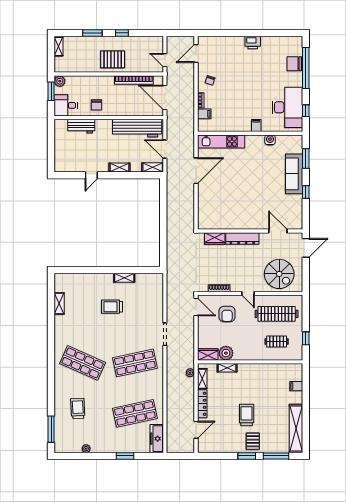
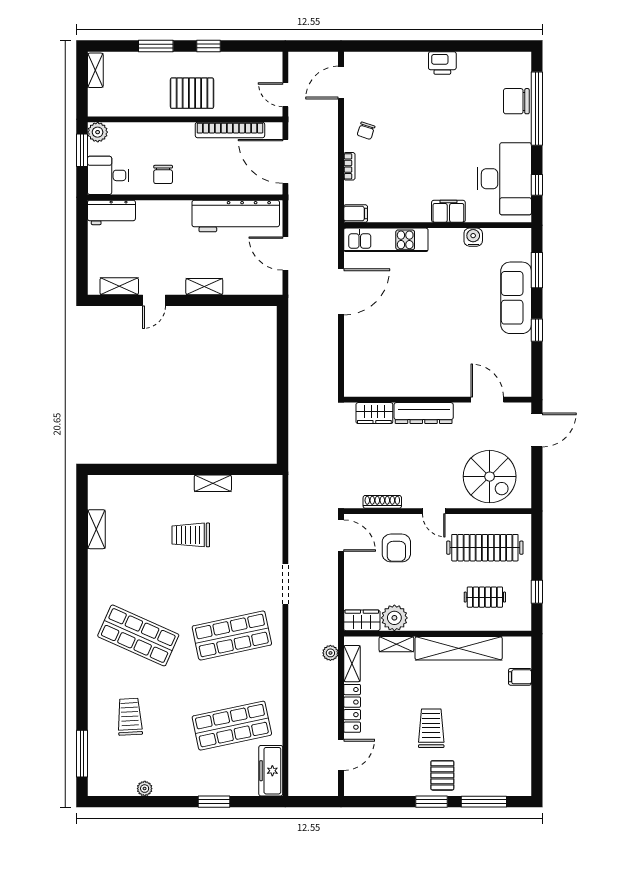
filing cabinet: (204, 114) -> (356, 214), moved
filing cabinet: (256, 125) -> (448, 211), width x2.00
workbench: (81, 126) -> (111, 212), moved
shelving: (153, 167) -> (119, 286), moved
shelving: (296, 429) -> (459, 648), moved, turned 90

